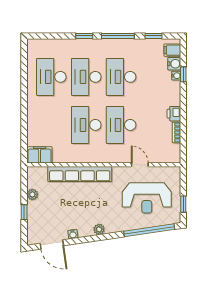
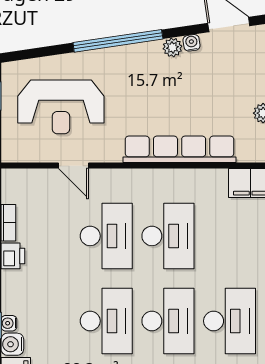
reception desk: (147, 198) -> (61, 107), turned 180
plant: (99, 229) -> (172, 47), moved
window: (149, 230) -> (118, 41), moved

